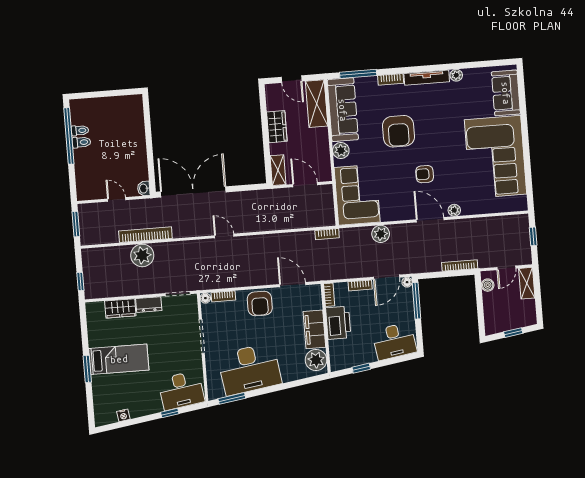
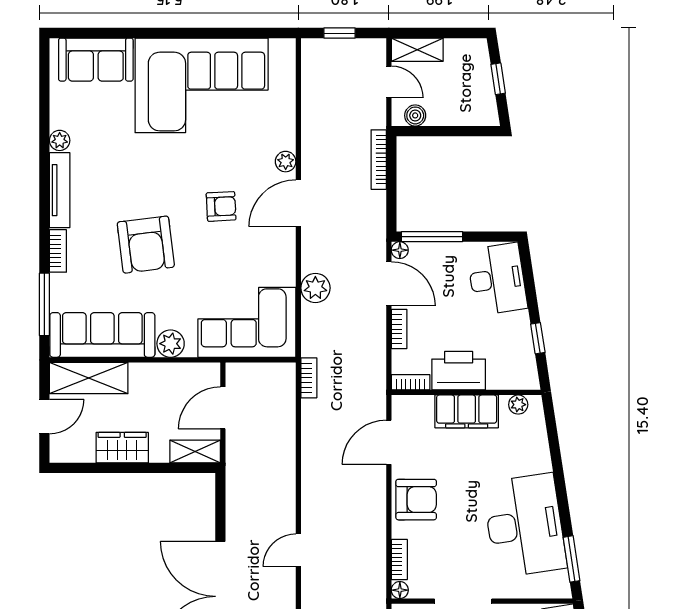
armchair: (398, 131) -> (146, 245), turned 83
armchair: (425, 174) -> (221, 206), turned -93
plant: (316, 360) -> (518, 405), width x0.53, depth x0.53

